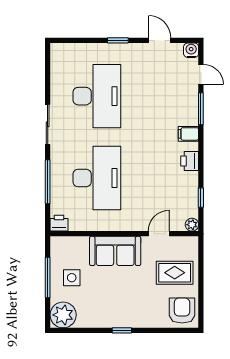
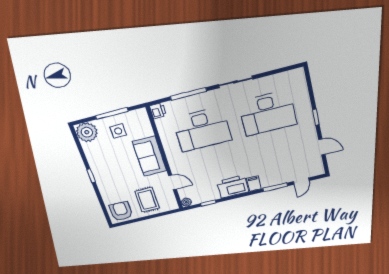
door: (160, 40) -> (322, 147), hinge flipped
water cooler: (191, 50) -> (318, 170), removed
printer: (190, 161) -> (233, 187), width x1.87, depth x1.48
armchair: (182, 311) -> (121, 211), turned -90

